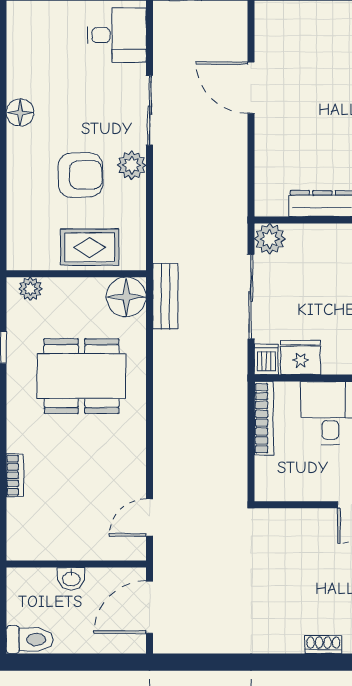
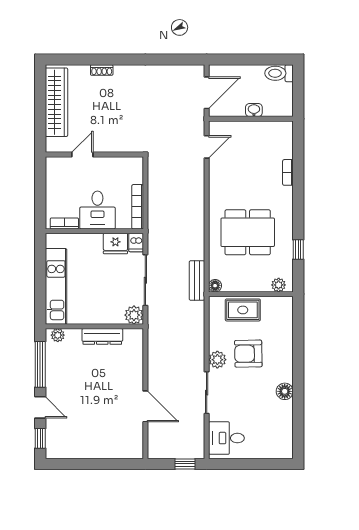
floor lamp: (126, 297) -> (215, 286), width x0.53, depth x0.53

